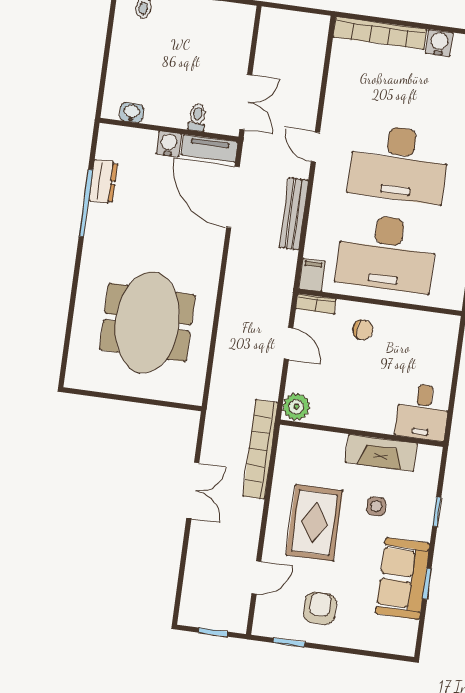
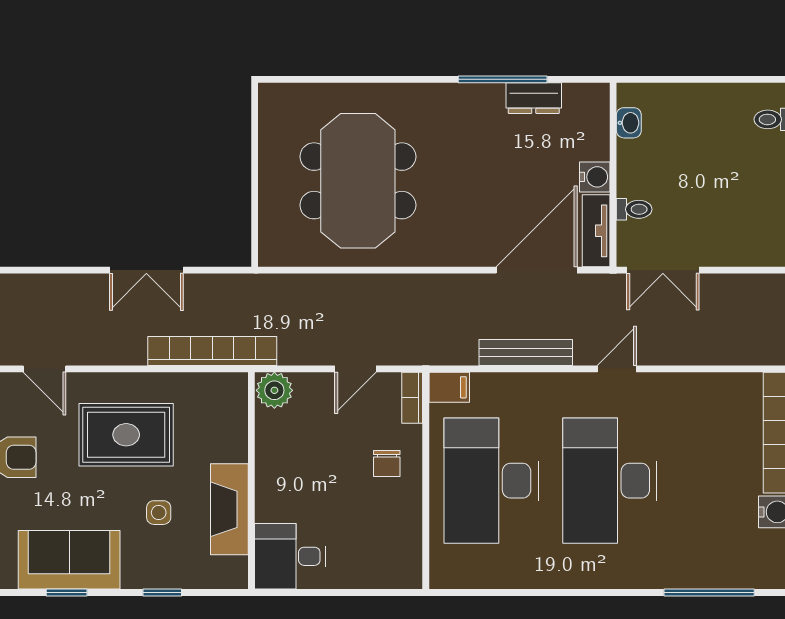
meeting table: (147, 322) -> (358, 181), turned 90

